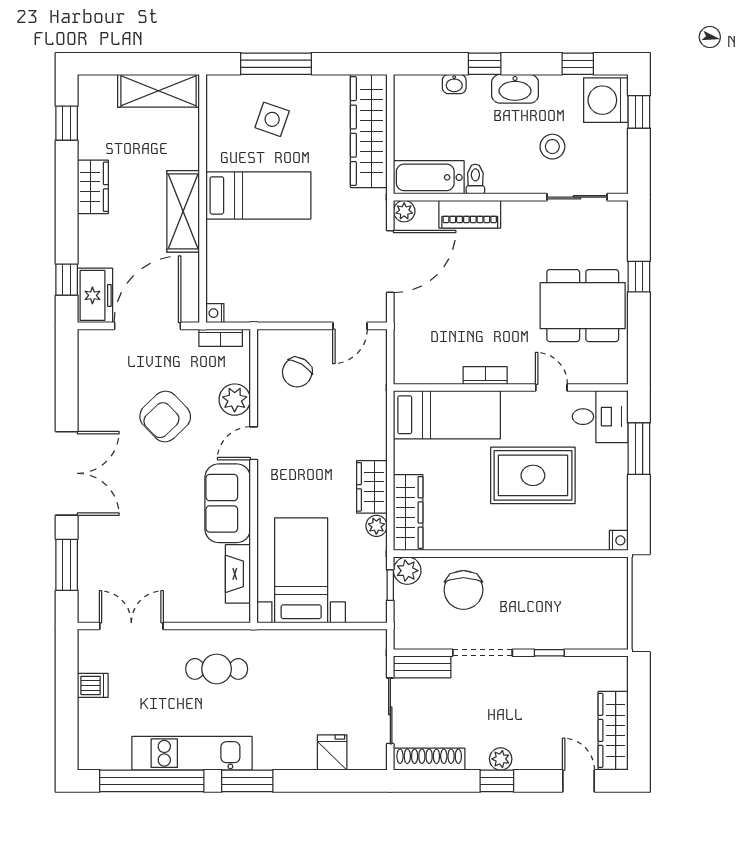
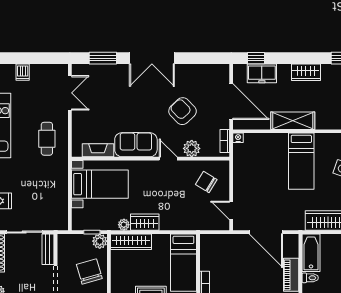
plant: (404, 211) -> (293, 240), removed
freezer: (95, 295) -> (262, 73), moved
chair: (463, 590) -> (89, 271), turned 74
dishwasher: (93, 685) -> (23, 72), moved

